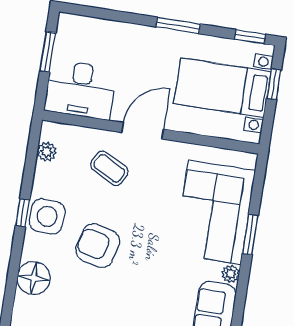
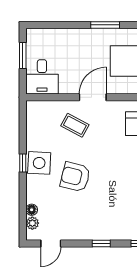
desk: (80, 90) -> (42, 77), width x0.73
plant: (47, 152) -> (32, 223), moved
floor lamp: (34, 278) -> (32, 210), width x0.53, depth x0.53

